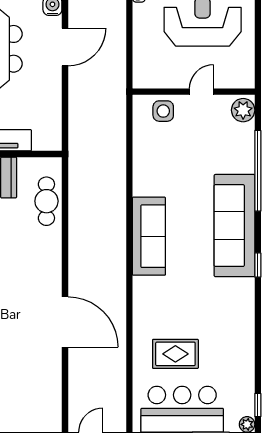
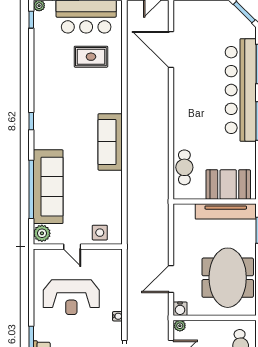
door: (202, 92) -> (72, 247), hinge flipped
sofa: (235, 226) -> (48, 187), moved
door: (65, 322) -> (171, 50), moved

